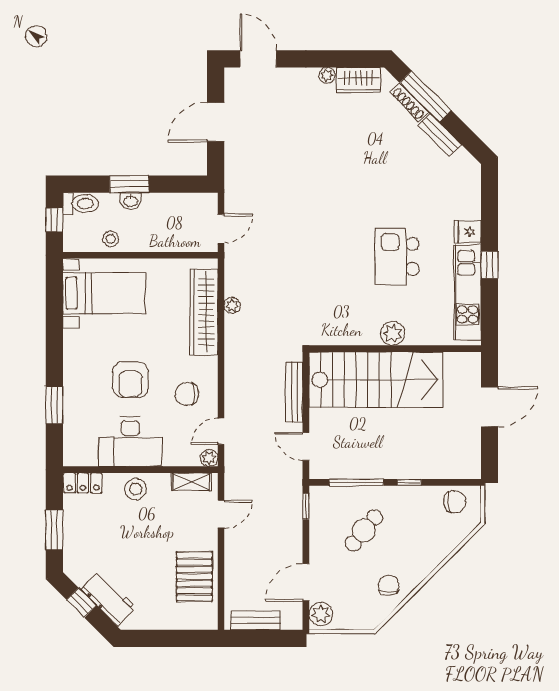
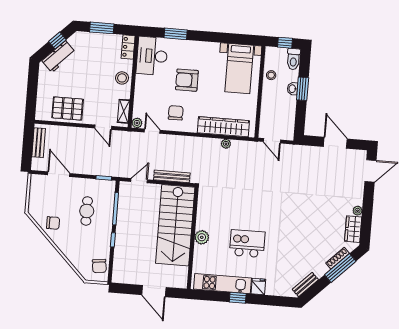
bench: (440, 135) -> (305, 285), moved
desk: (130, 442) -> (152, 56), moved
cafe table: (364, 530) -> (87, 211), turned 50
plant: (321, 614) -> (39, 181), removed

